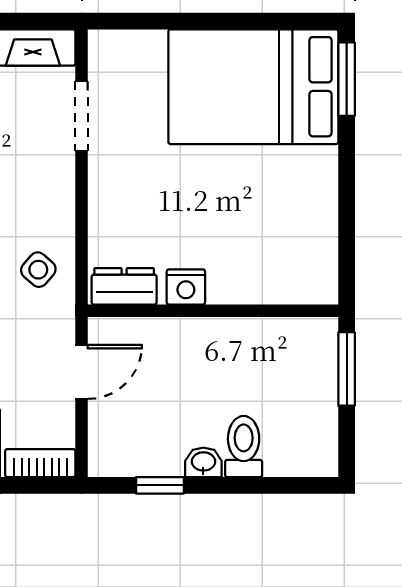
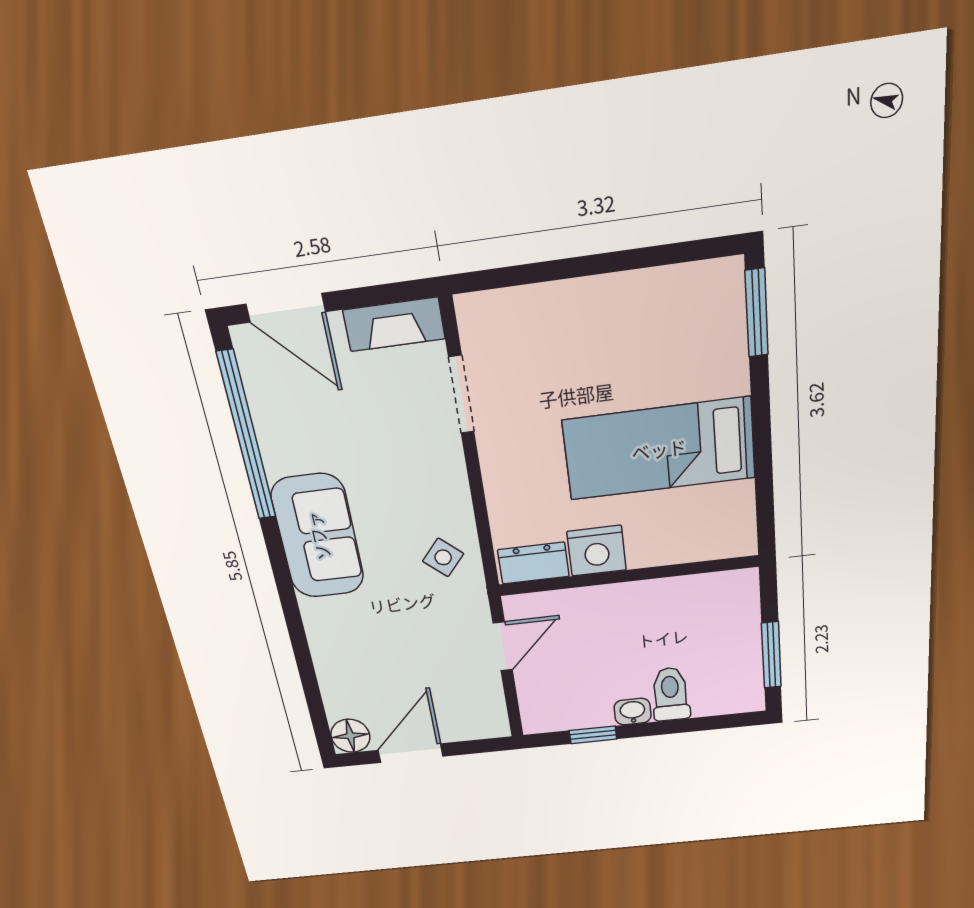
bed: (253, 87) -> (659, 449), moved, width x0.67
nightstand: (186, 287) -> (597, 551), width x1.36, depth x1.33
window: (347, 369) -> (771, 655), moved
bookcase: (40, 463) -> (476, 728), removed

